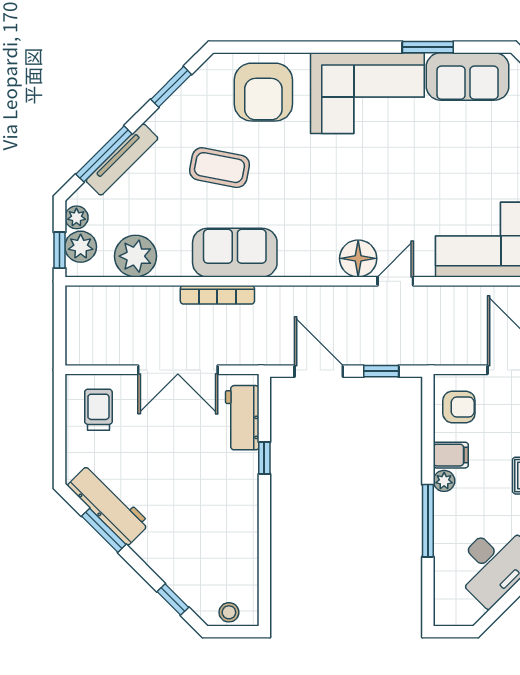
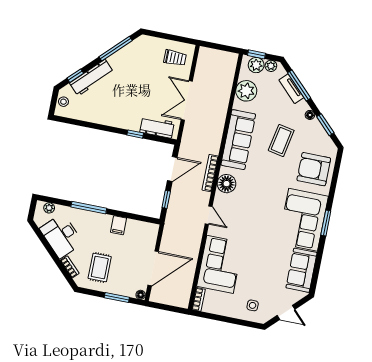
window: (428, 47) -> (326, 223), moved
floor lamp: (158, 121) -> (310, 115), added
tv unit: (122, 159) -> (291, 89), width x0.71
sofa: (235, 253) -> (238, 140), width x1.36
floor lamp: (358, 258) -> (227, 184), moved
bookcase: (217, 295) -> (210, 173), moved
armchair: (459, 407) -> (141, 234), removed
plant: (444, 481) -> (49, 208), moved
workbench: (109, 504) -> (92, 78), moved
window: (104, 530) -> (116, 49), width x1.44

